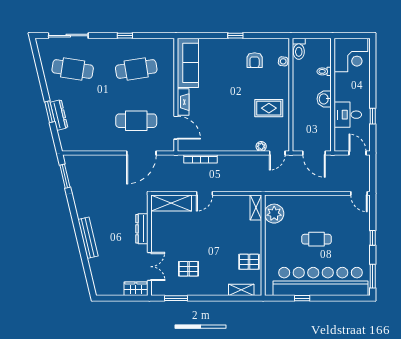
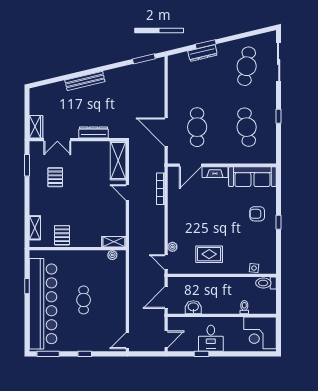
armchair: (255, 60) -> (257, 214), moved
washbasin: (324, 99) -> (193, 307), moved
rug: (269, 108) -> (209, 254), turned 90
desk: (348, 115) -> (211, 338), moved, turned 180
plant: (274, 214) -> (112, 255), width x0.53, depth x0.53

